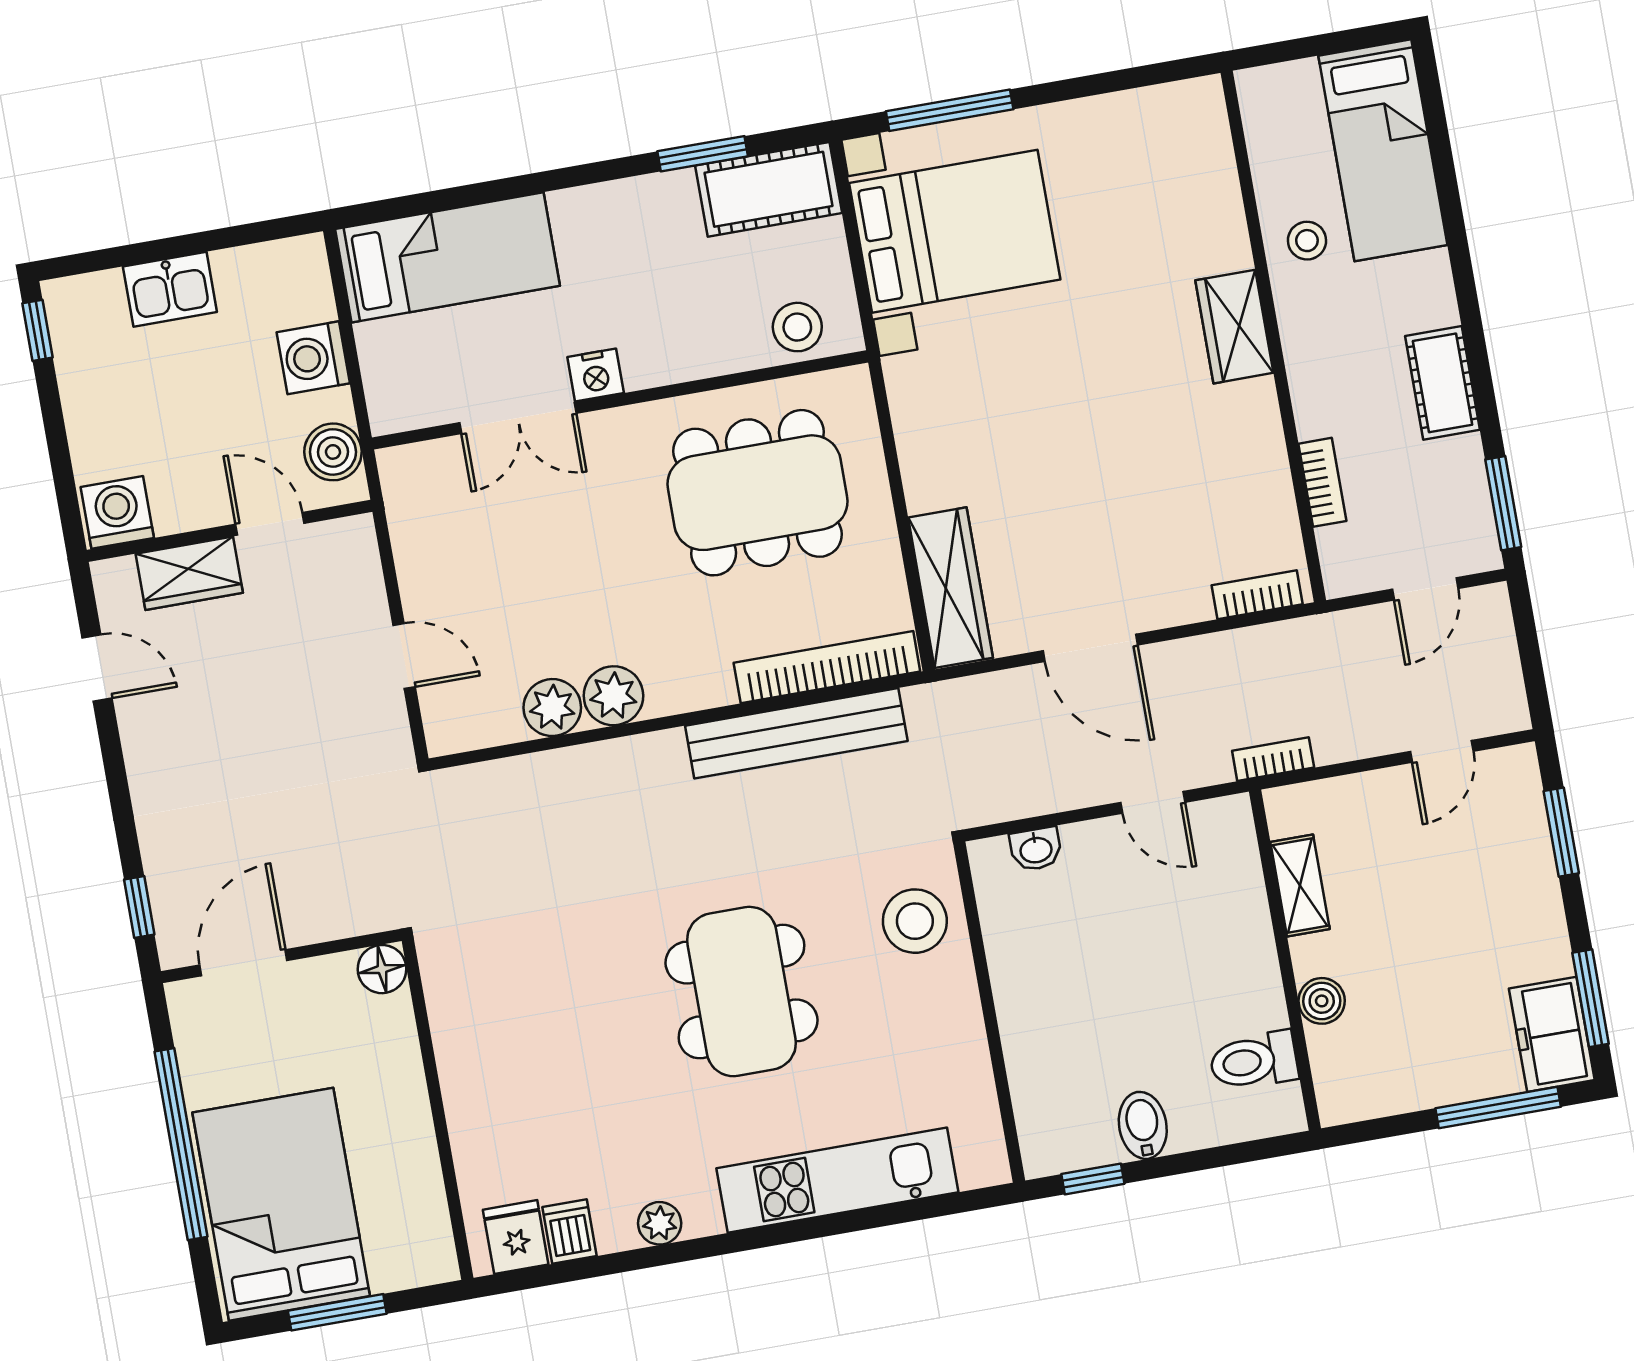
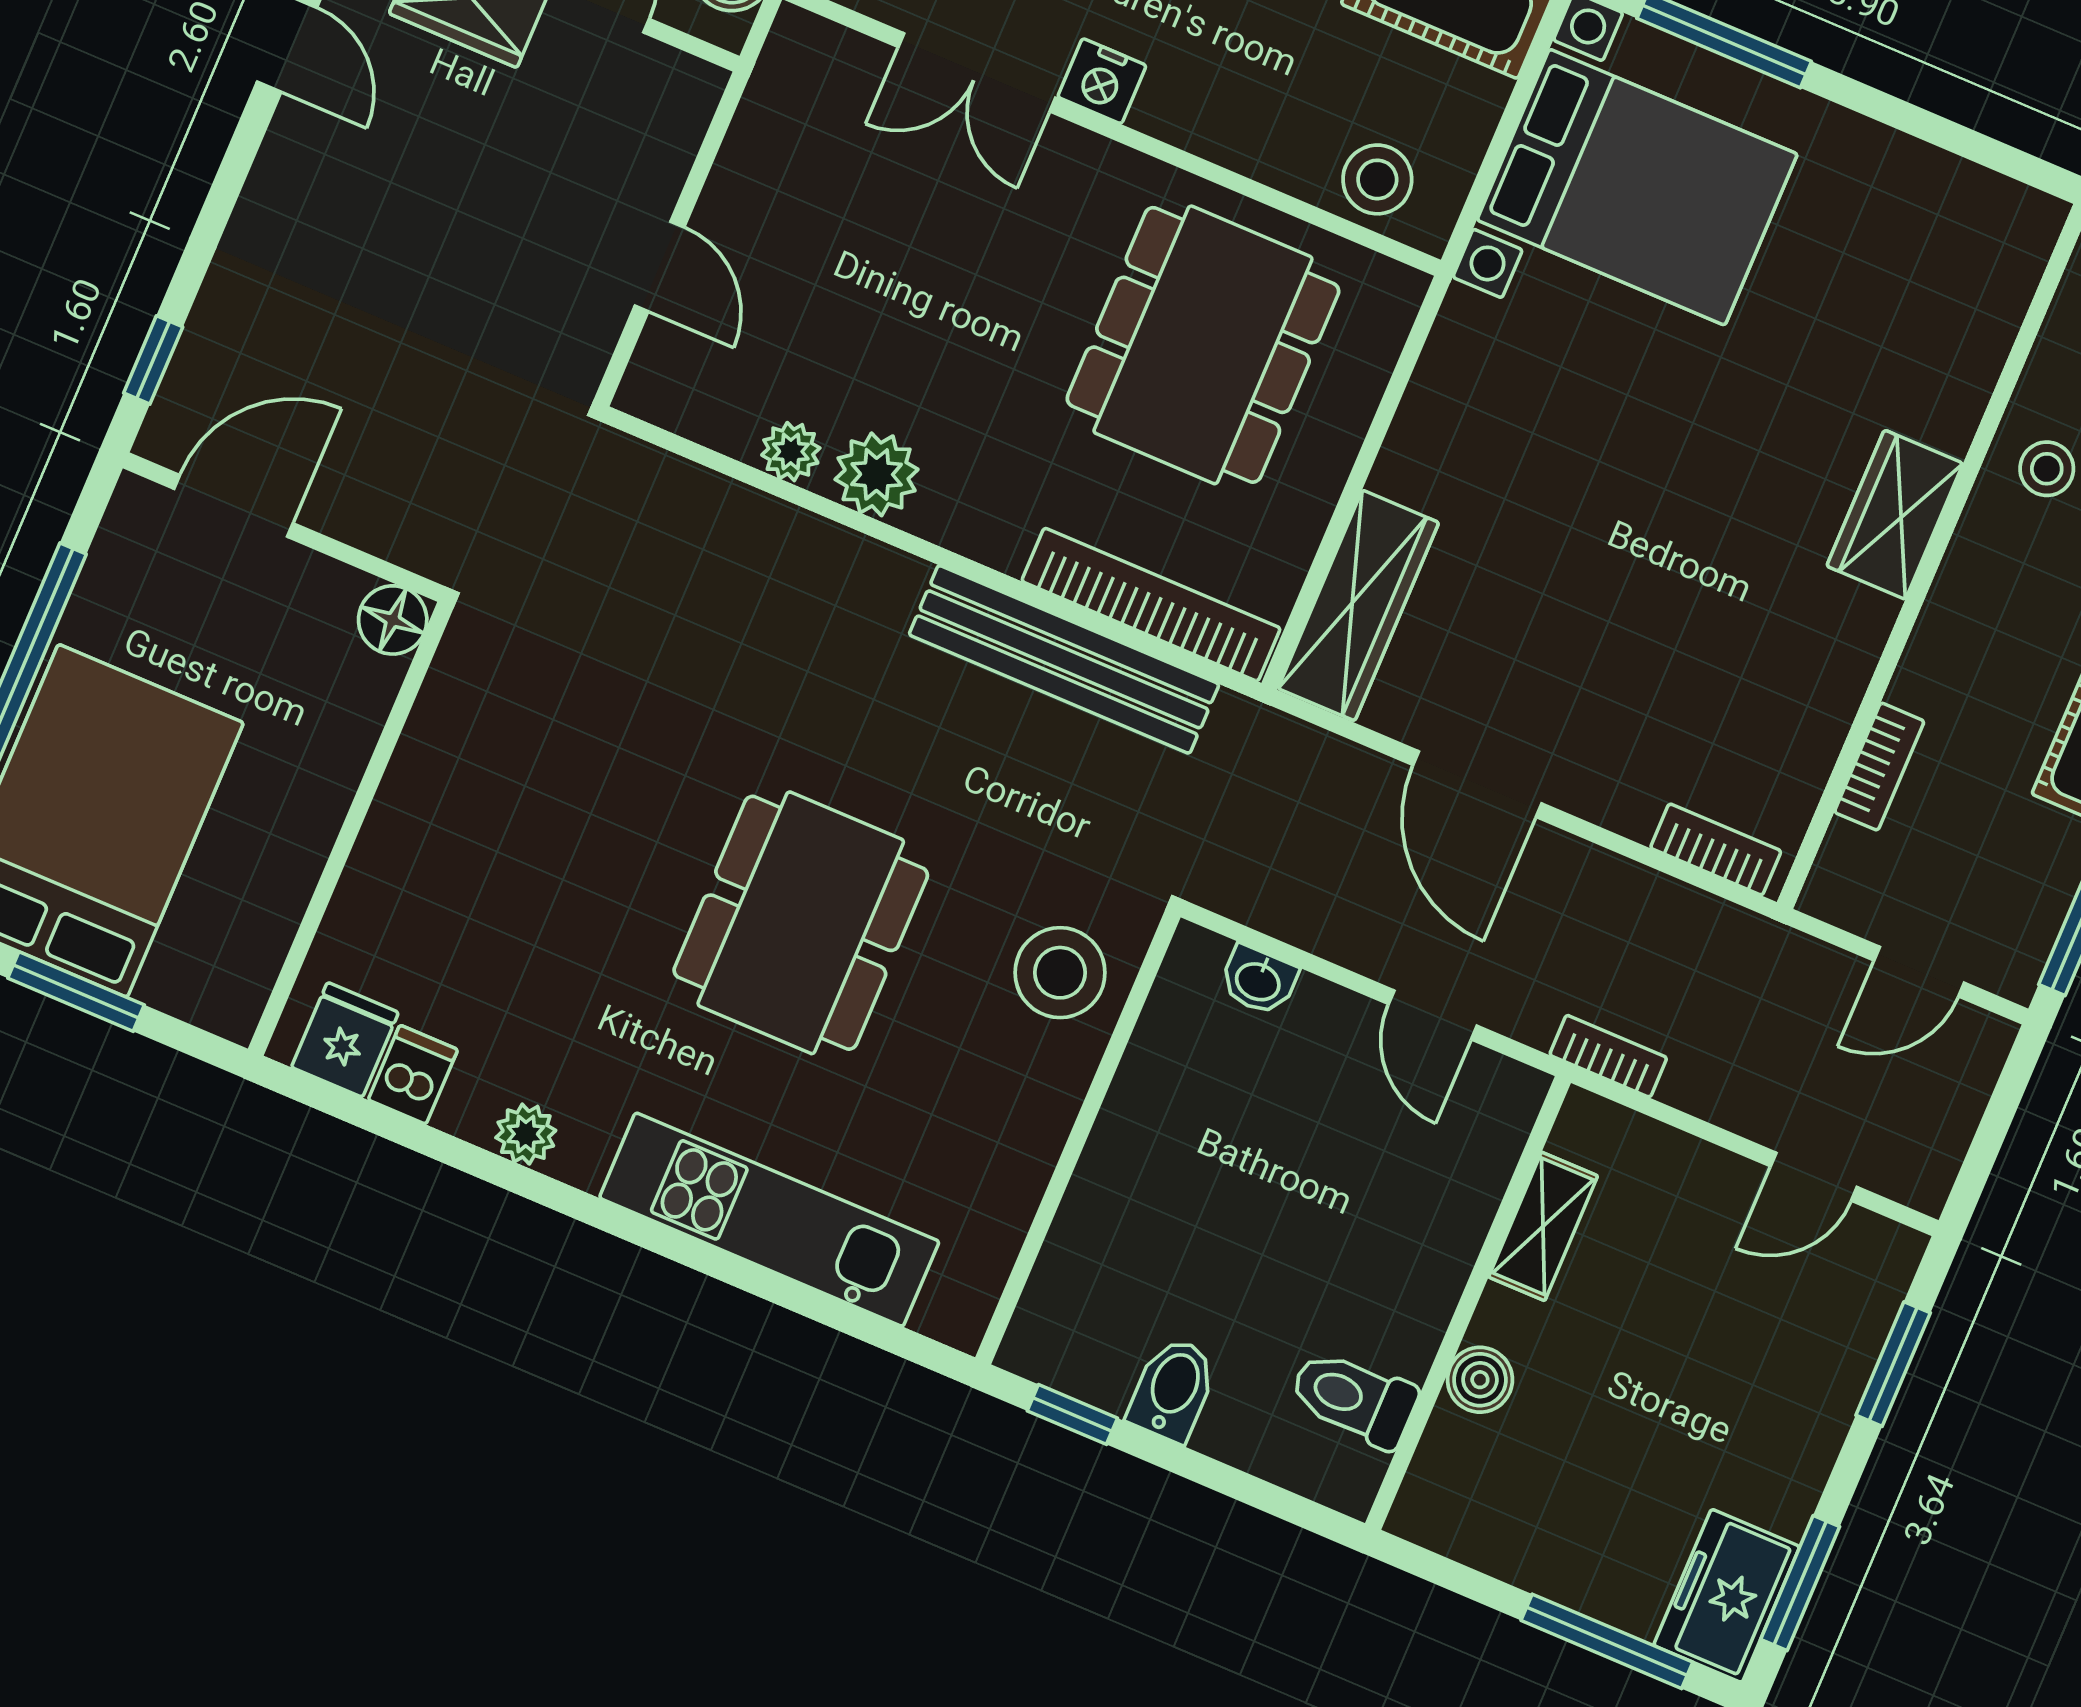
dining table: (758, 493) -> (1203, 345), turned 90
plant: (552, 708) -> (791, 452), width x0.73, depth x0.73

